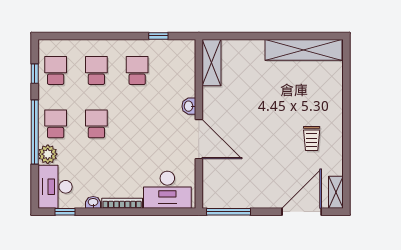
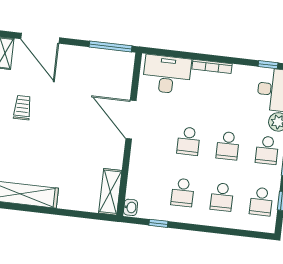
washbasin: (189, 106) -> (131, 207), moved
school desk: (137, 124) -> (189, 141), added
washbasin: (93, 202) -> (240, 70), removed
door: (302, 212) -> (40, 38), hinge flipped

